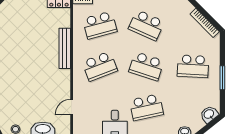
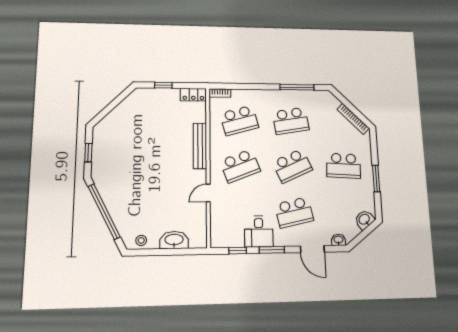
school desk: (146, 25) -> (291, 121), turned -33
school desk: (146, 66) -> (292, 166), turned -42
door: (72, 107) -> (208, 193), moved

